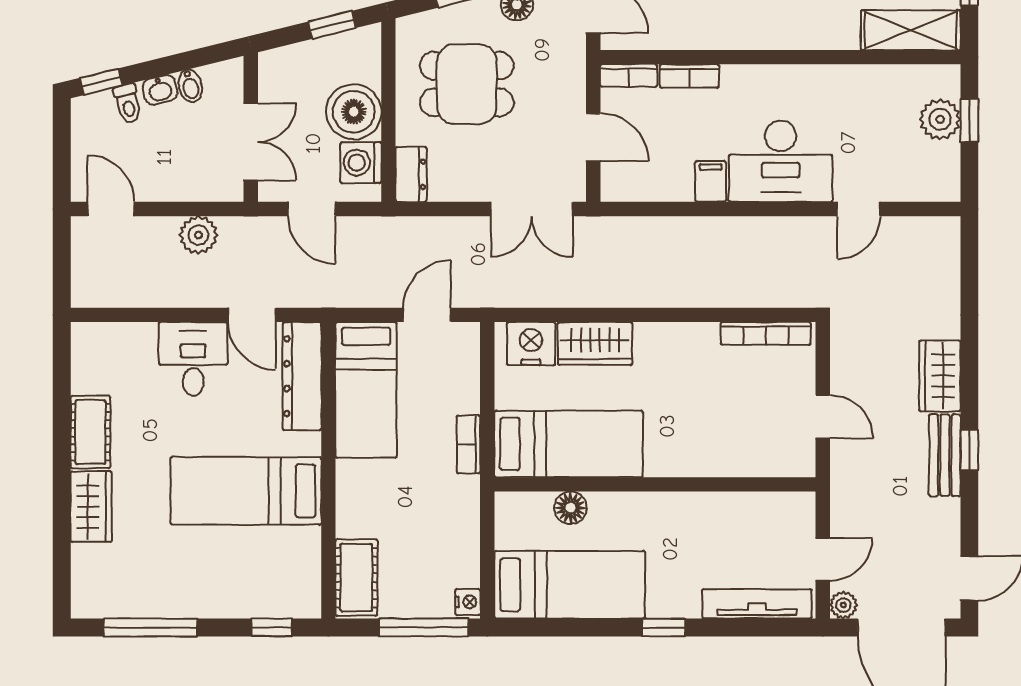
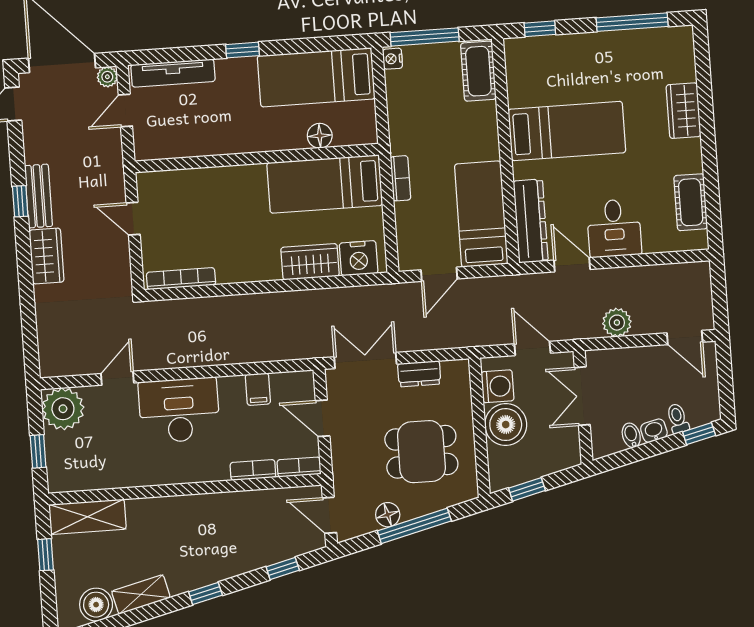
plant: (940, 119) -> (63, 409), moved, width x1.36, depth x1.36
dresser: (411, 174) -> (419, 374), moved, turned -90
filing cabinet: (711, 181) -> (258, 389), moved
cot: (90, 432) -> (691, 202), moved

